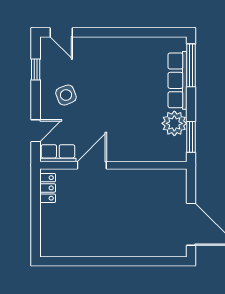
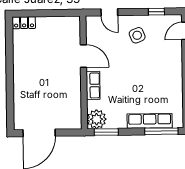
plant: (174, 123) -> (97, 119), moved
row of seats: (58, 153) -> (93, 85), moved
locker: (48, 188) -> (24, 23), moved

